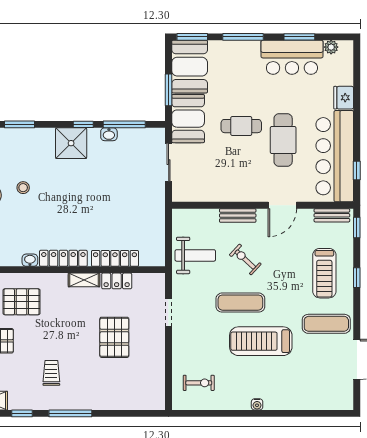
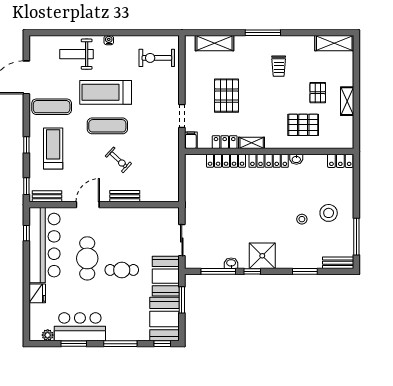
window: (192, 37) -> (162, 344), width x0.67
weight bench: (195, 255) -> (77, 54), moved
filing cabinet: (158, 283) -> (191, 140), added
exercise mat: (240, 303) -> (107, 126), moved
treadmill: (261, 341) -> (106, 92), turned 180
exercise bike: (199, 383) -> (157, 58), width x1.38, depth x1.39
shelving: (129, 401) -> (214, 43), added
window: (22, 413) -> (303, 33), removed

